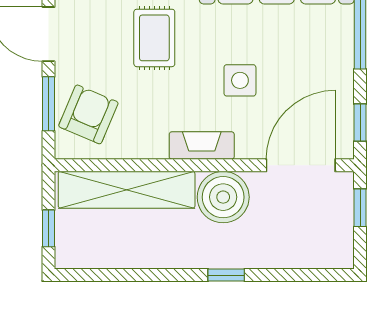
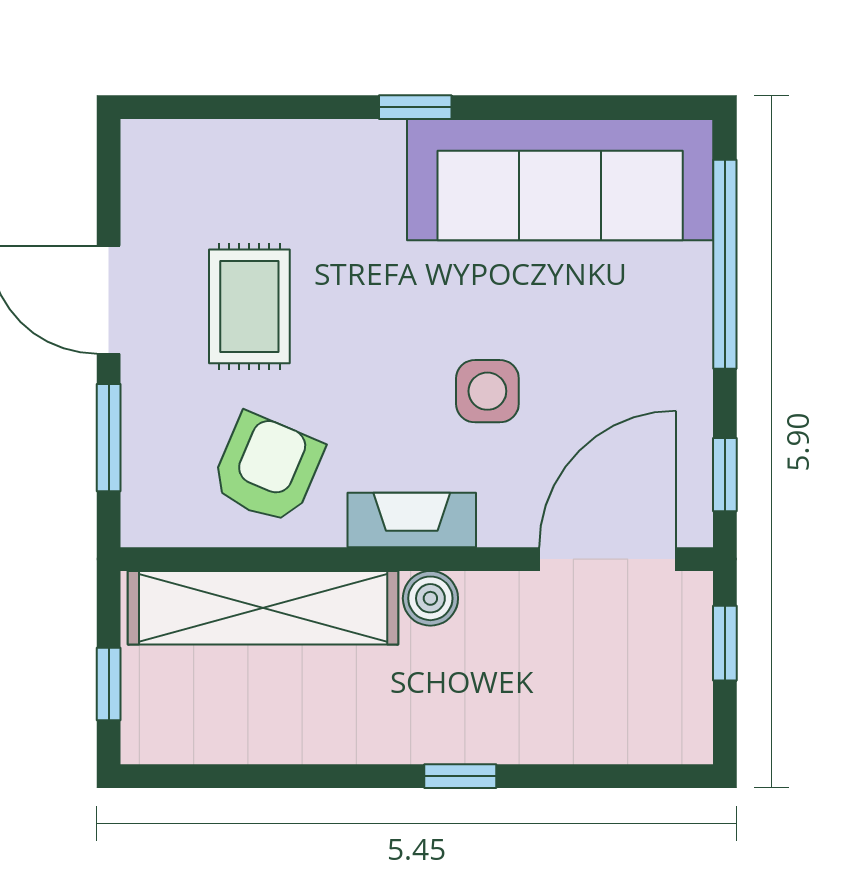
rug: (154, 38) -> (249, 306), moved
armchair: (88, 114) -> (267, 468), moved
boiler: (223, 197) -> (430, 598), width x0.54, depth x0.54

